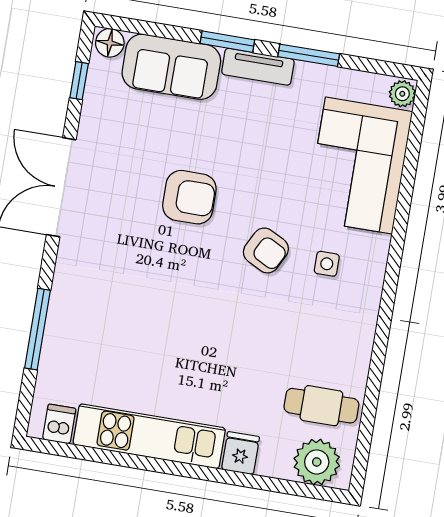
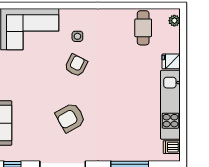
armchair: (189, 197) -> (70, 118), moved, turned -119
plant: (317, 462) -> (174, 21), width x0.53, depth x0.53

